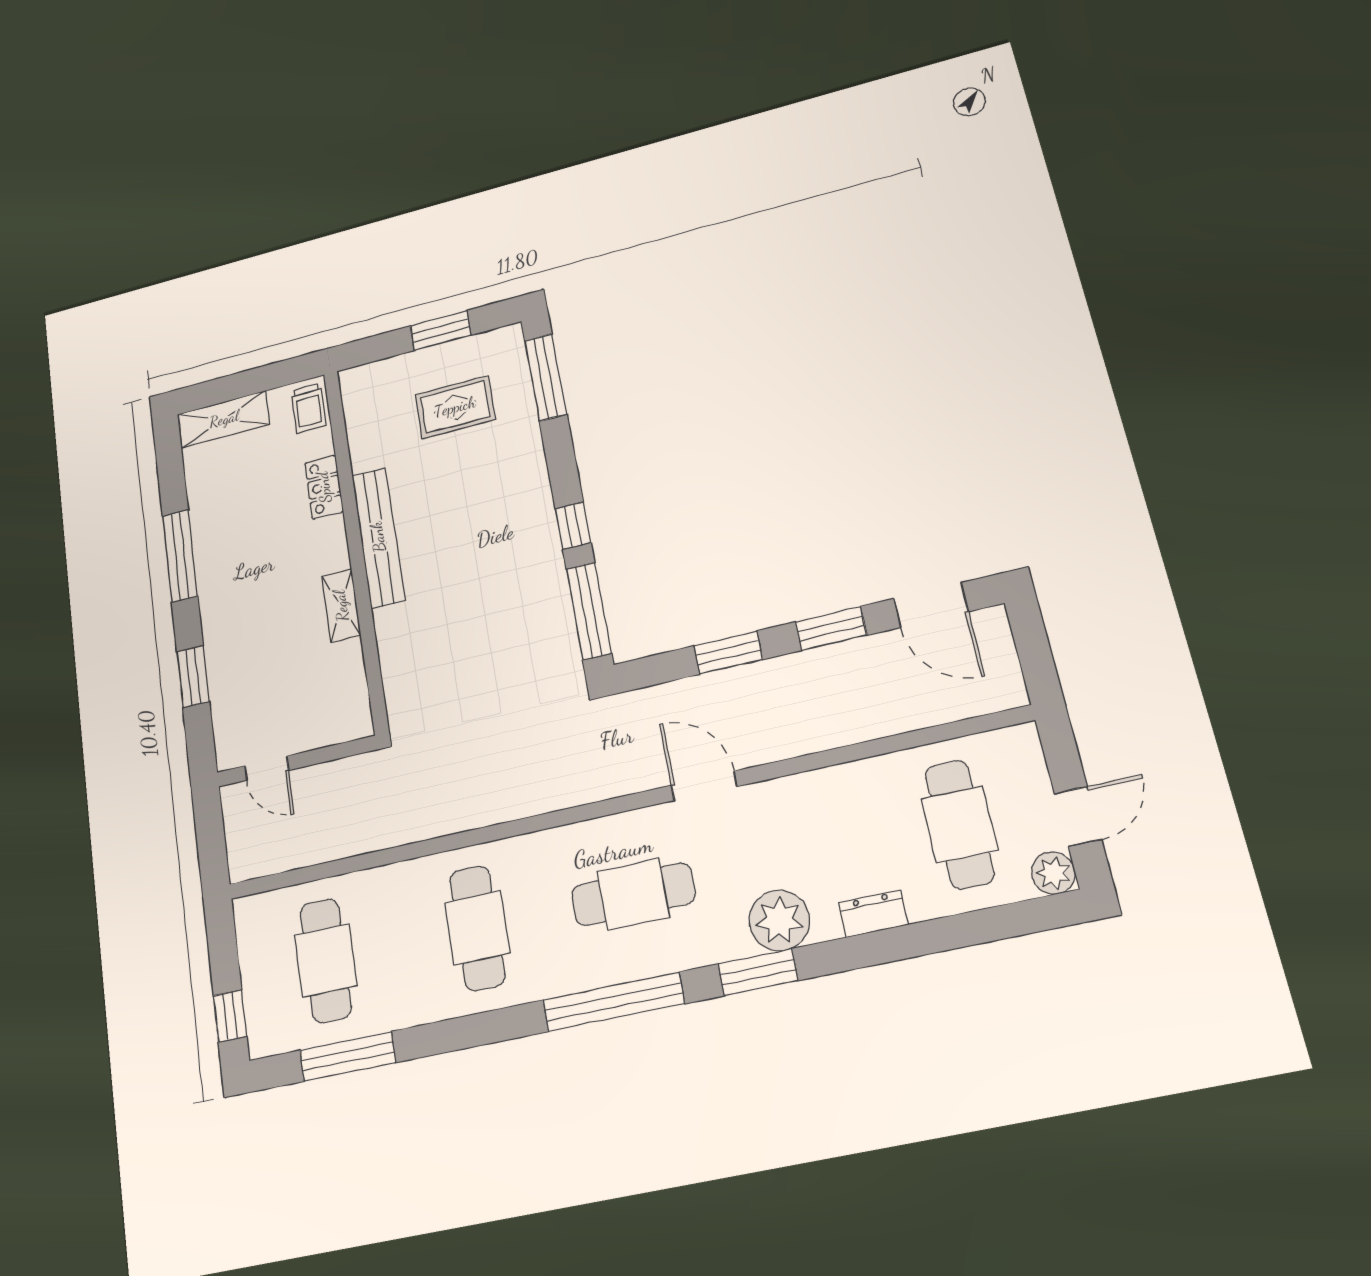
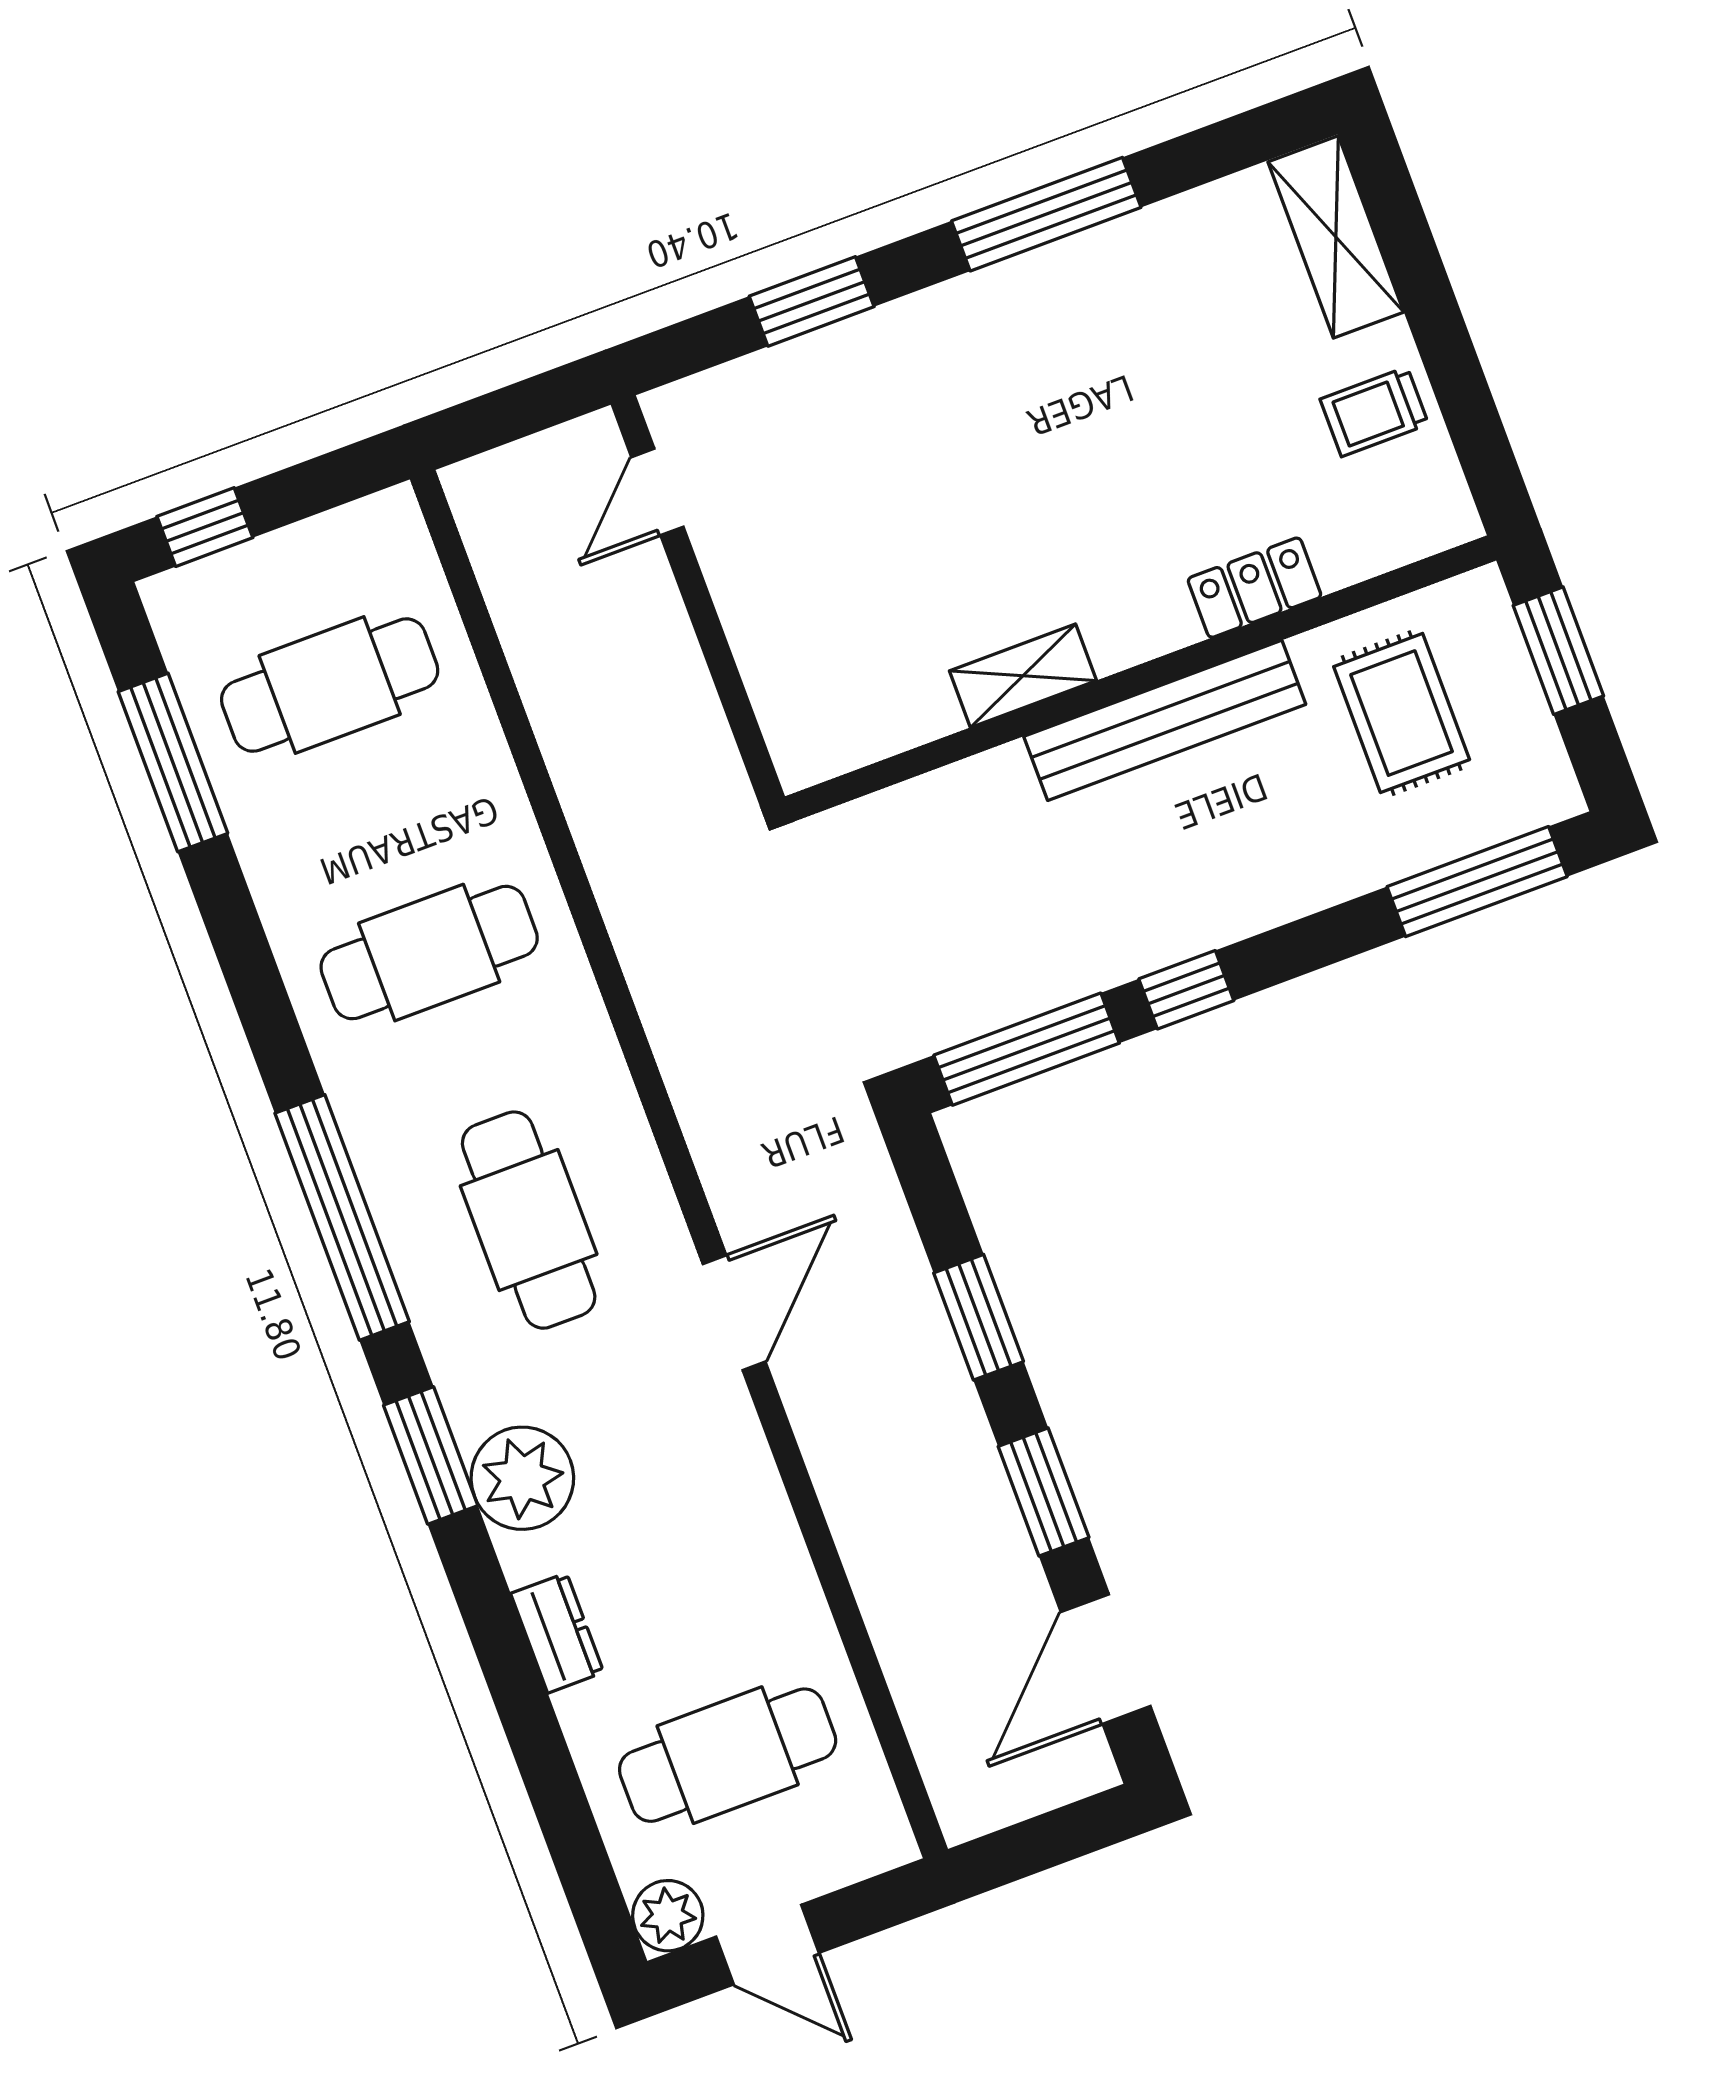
locker: (324, 487) -> (1254, 588), moved
bench: (378, 537) -> (1165, 720), moved
wall: (355, 547) -> (1141, 679), moved
shelving: (341, 606) -> (1023, 676), moved

